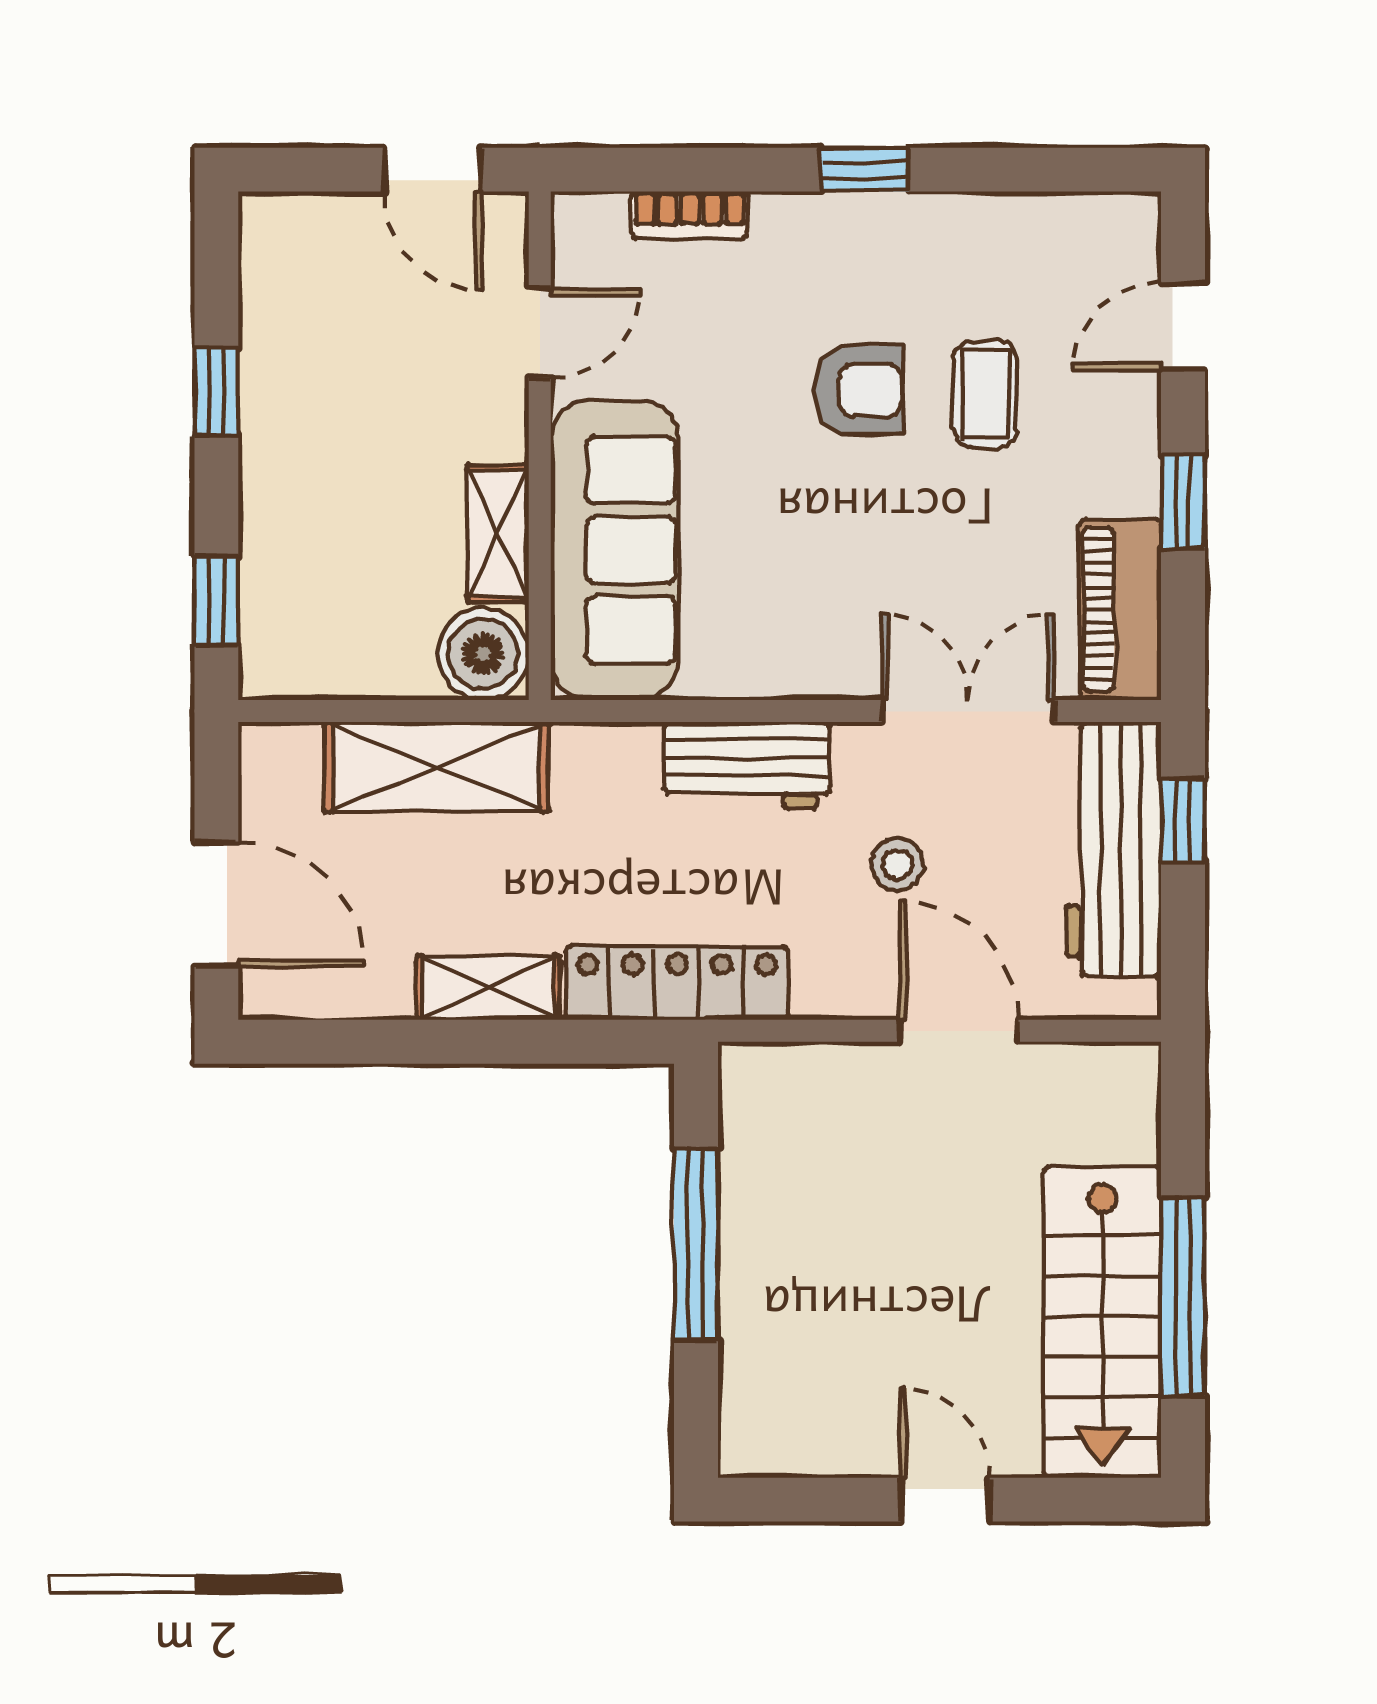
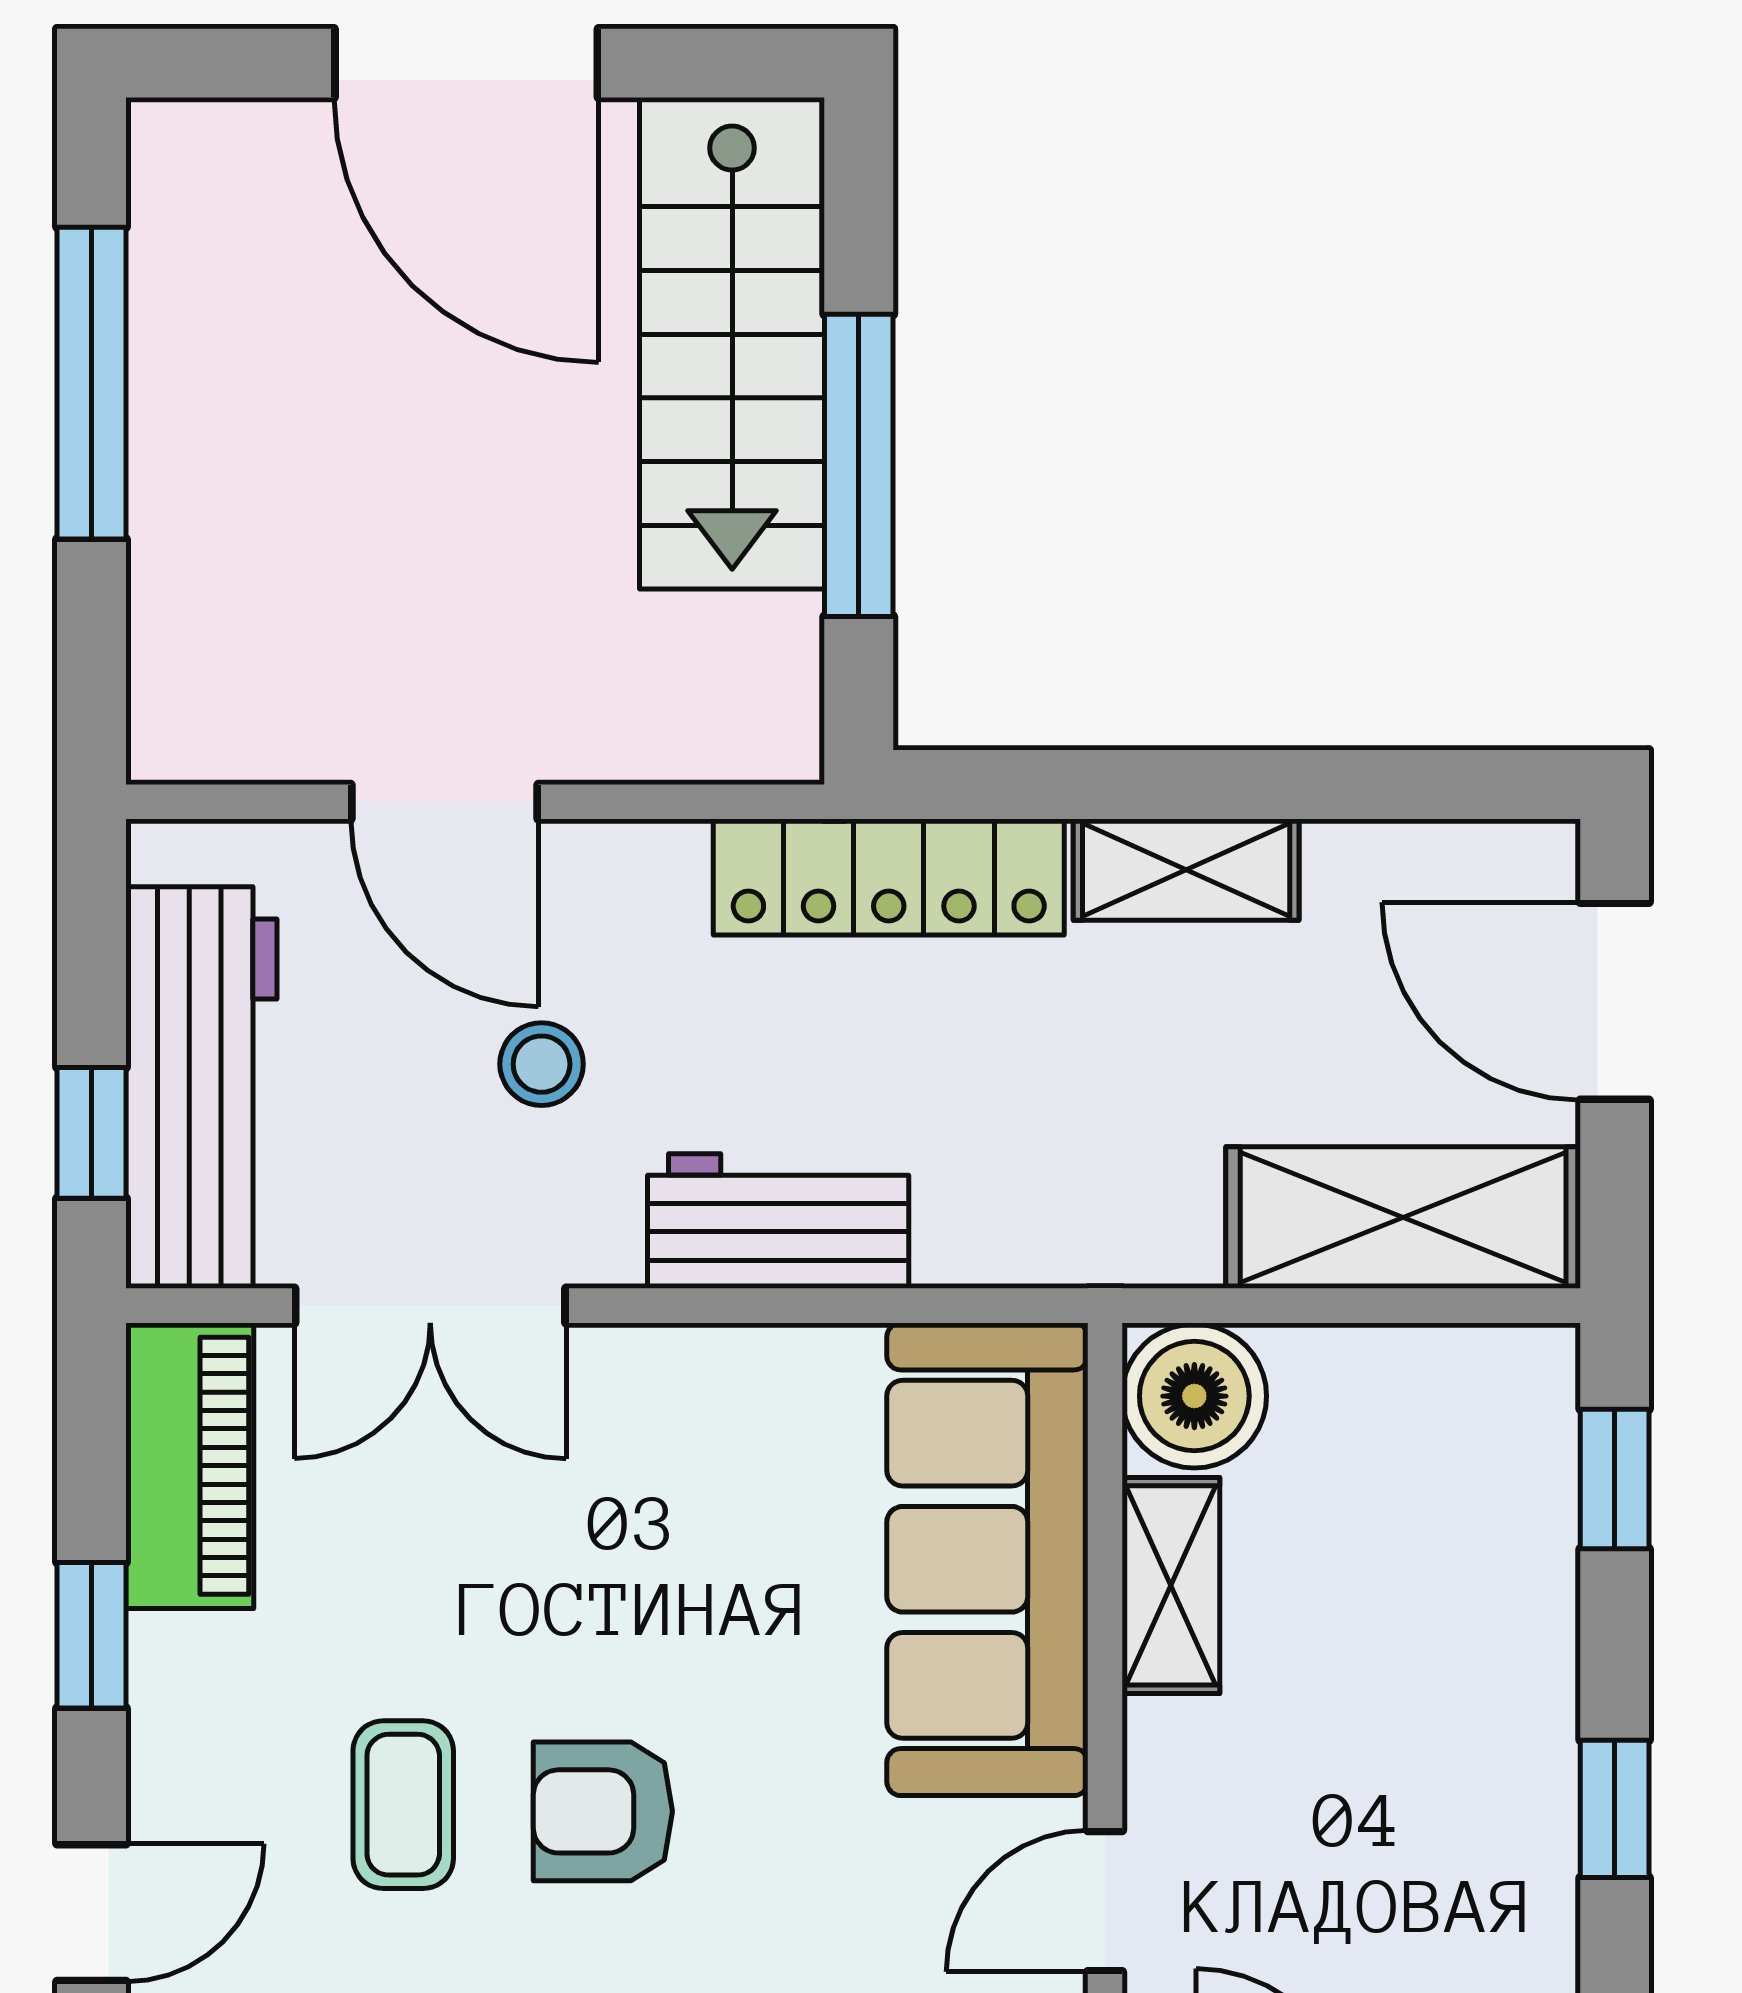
shelving: (436, 767) -> (1403, 1218), moved
stairs: (1102, 1322) -> (732, 344), moved, turned 180
door: (945, 1500) -> (466, 63), width x1.88

